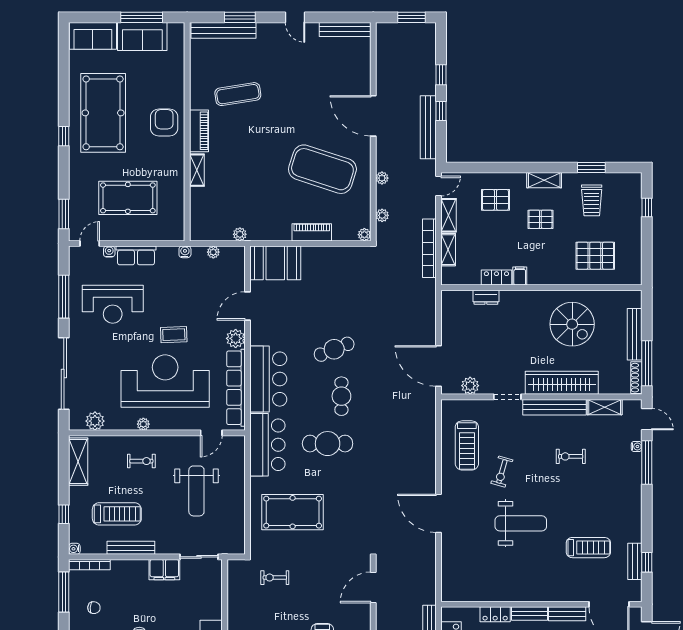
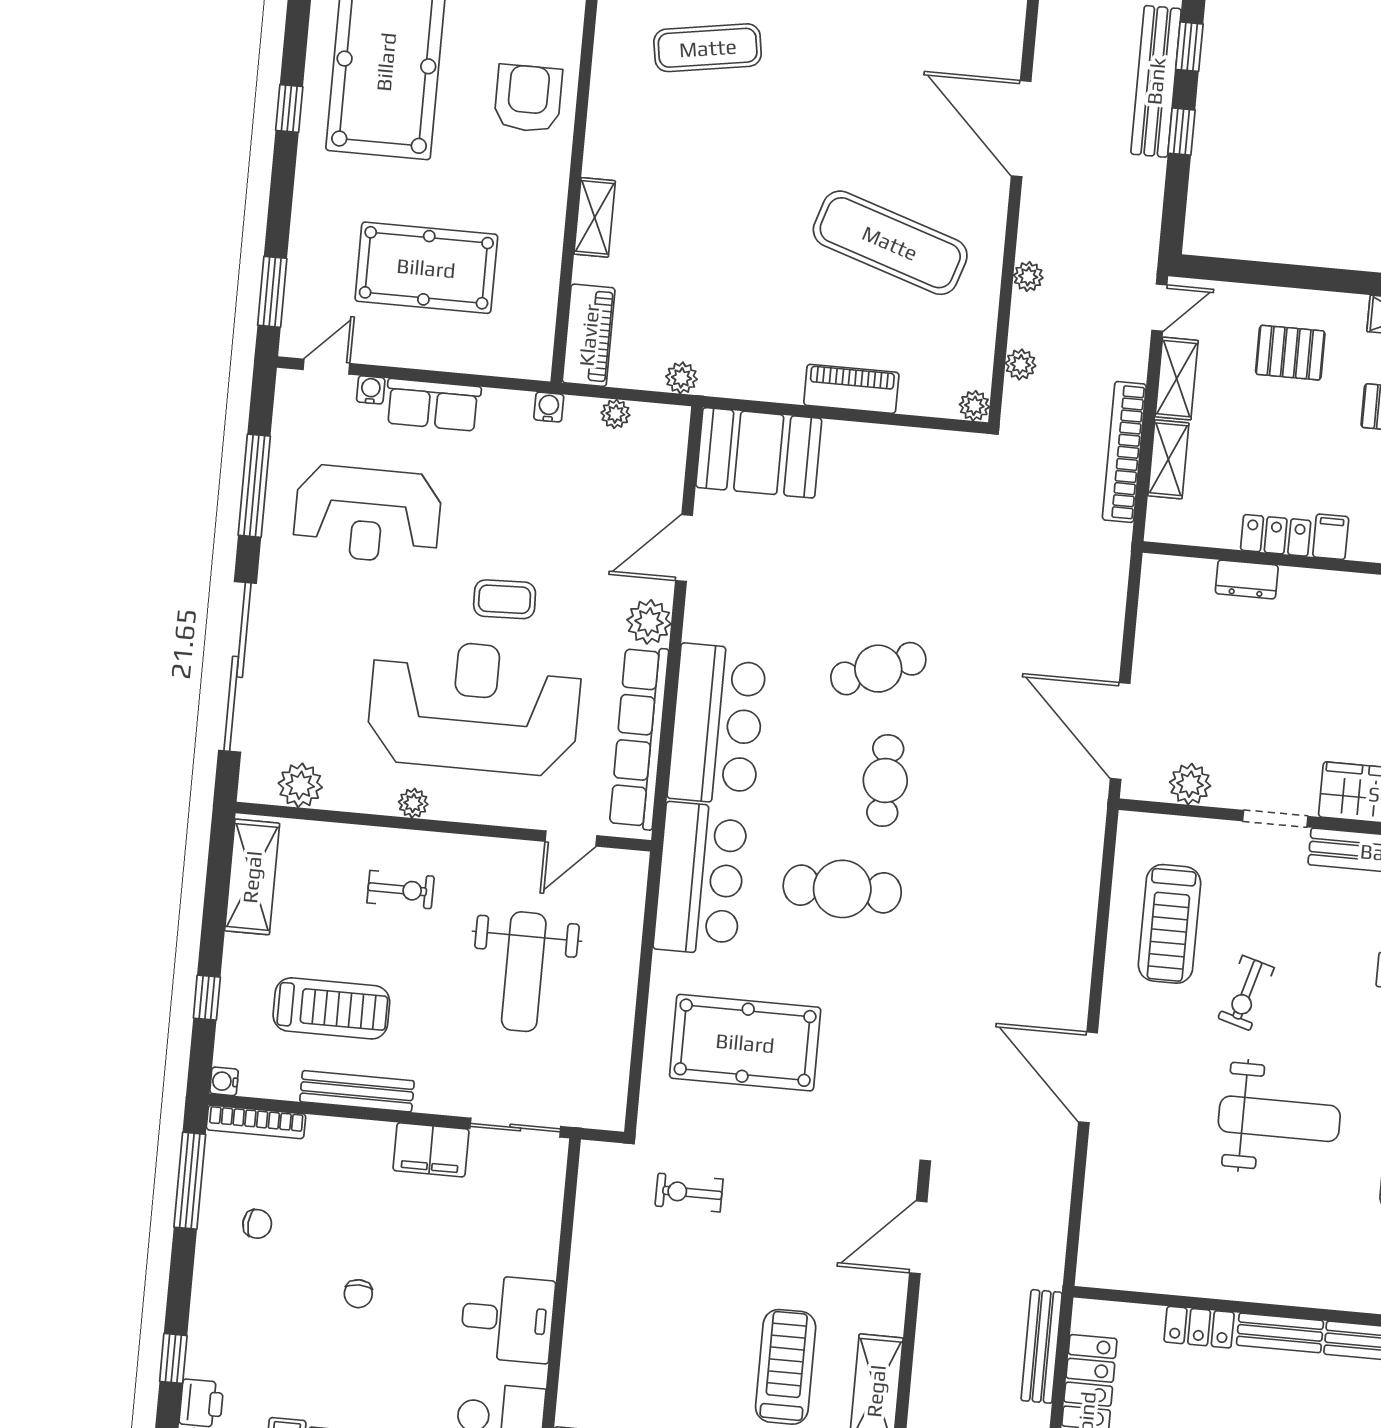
bench: (428, 127) -> (1156, 81), moved
piano: (199, 131) -> (589, 335), moved
exercise mat: (322, 169) -> (890, 243), width x0.68

